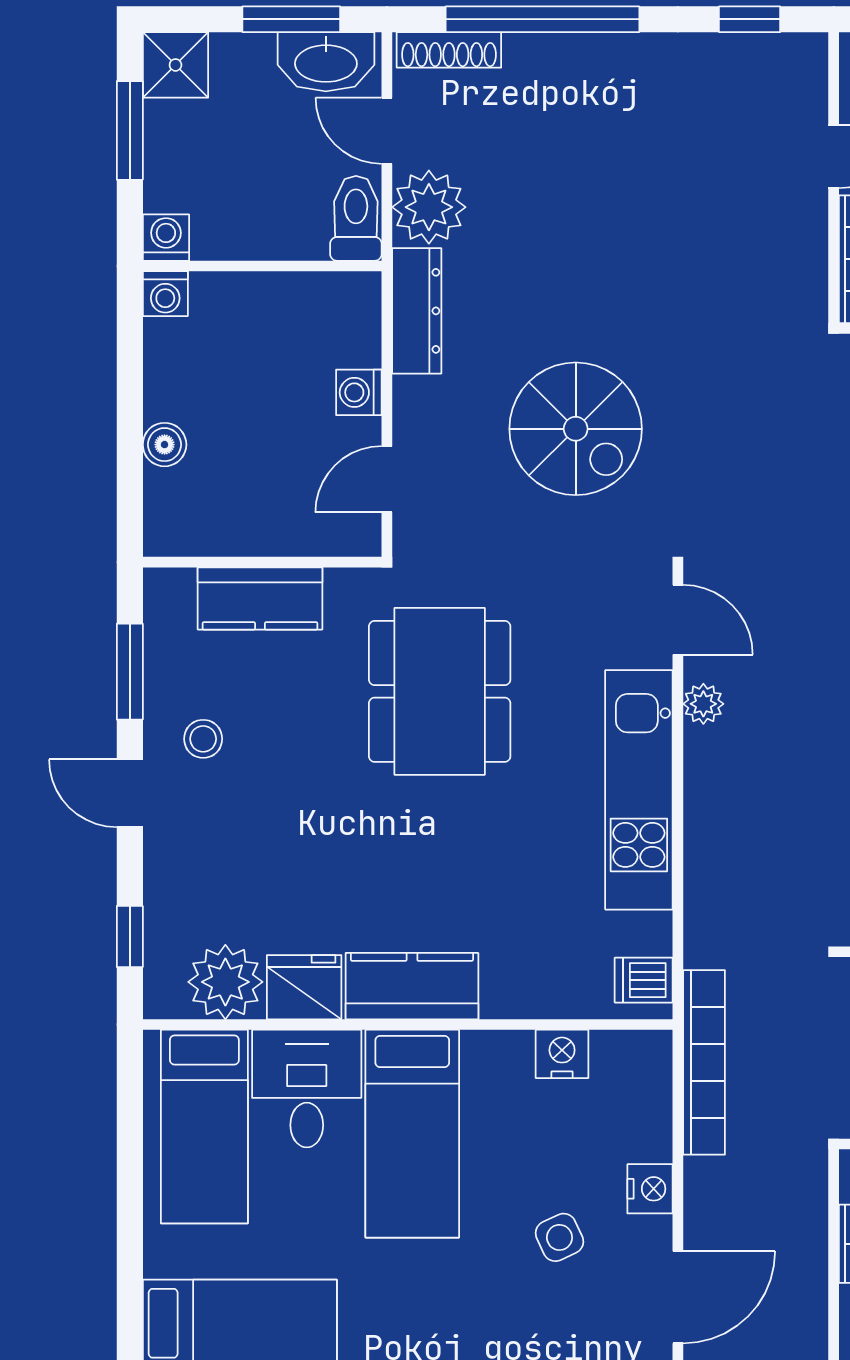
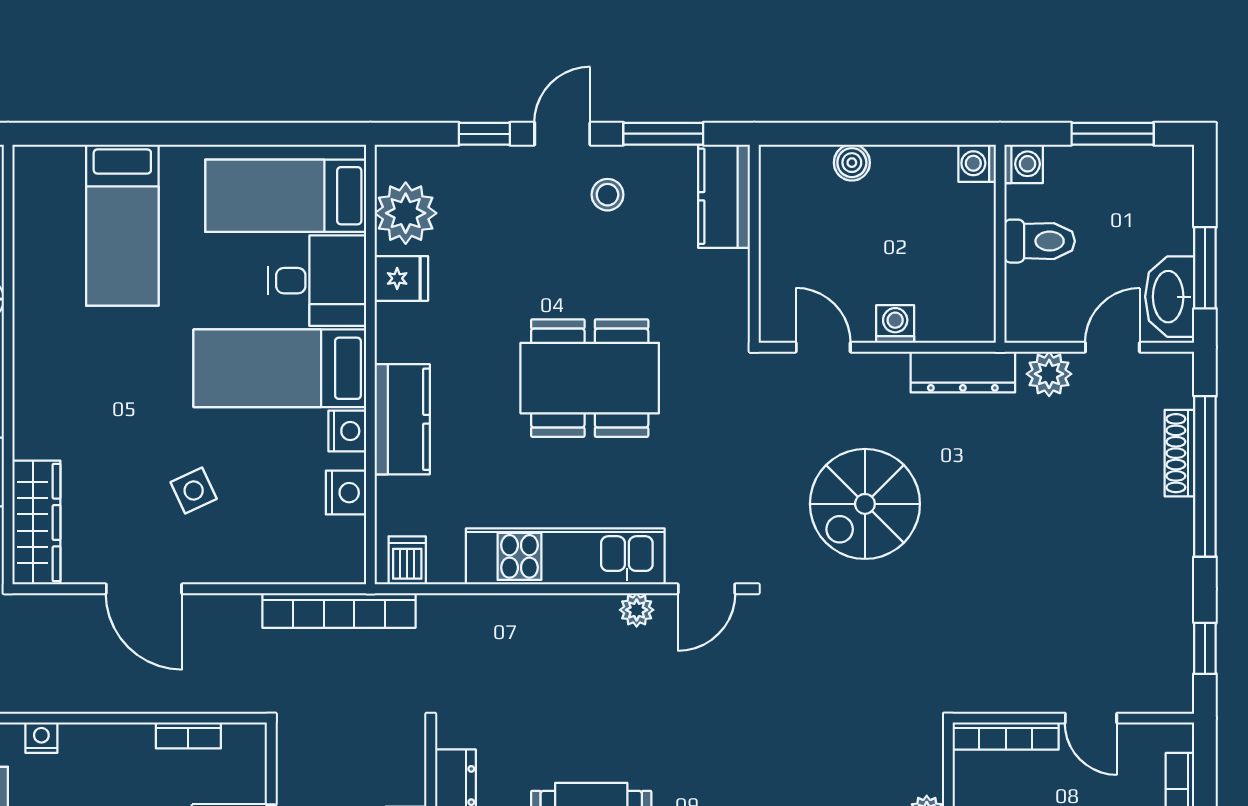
shoe rack: (449, 50) -> (1179, 453), moved
shower: (175, 65) -> (1167, 172), removed
plant: (429, 207) -> (1049, 374), width x0.73, depth x0.73
toilet: (356, 218) -> (1040, 241), moved
kitchen counter: (260, 598) -> (724, 196), moved
dining table: (440, 691) -> (590, 378), moved
window: (130, 937) -> (484, 134), moved
kitchen counter: (412, 986) -> (402, 419), moved
fridge: (304, 987) -> (401, 278), width x0.72
nightstand: (650, 1189) -> (347, 431), moved, turned -90

